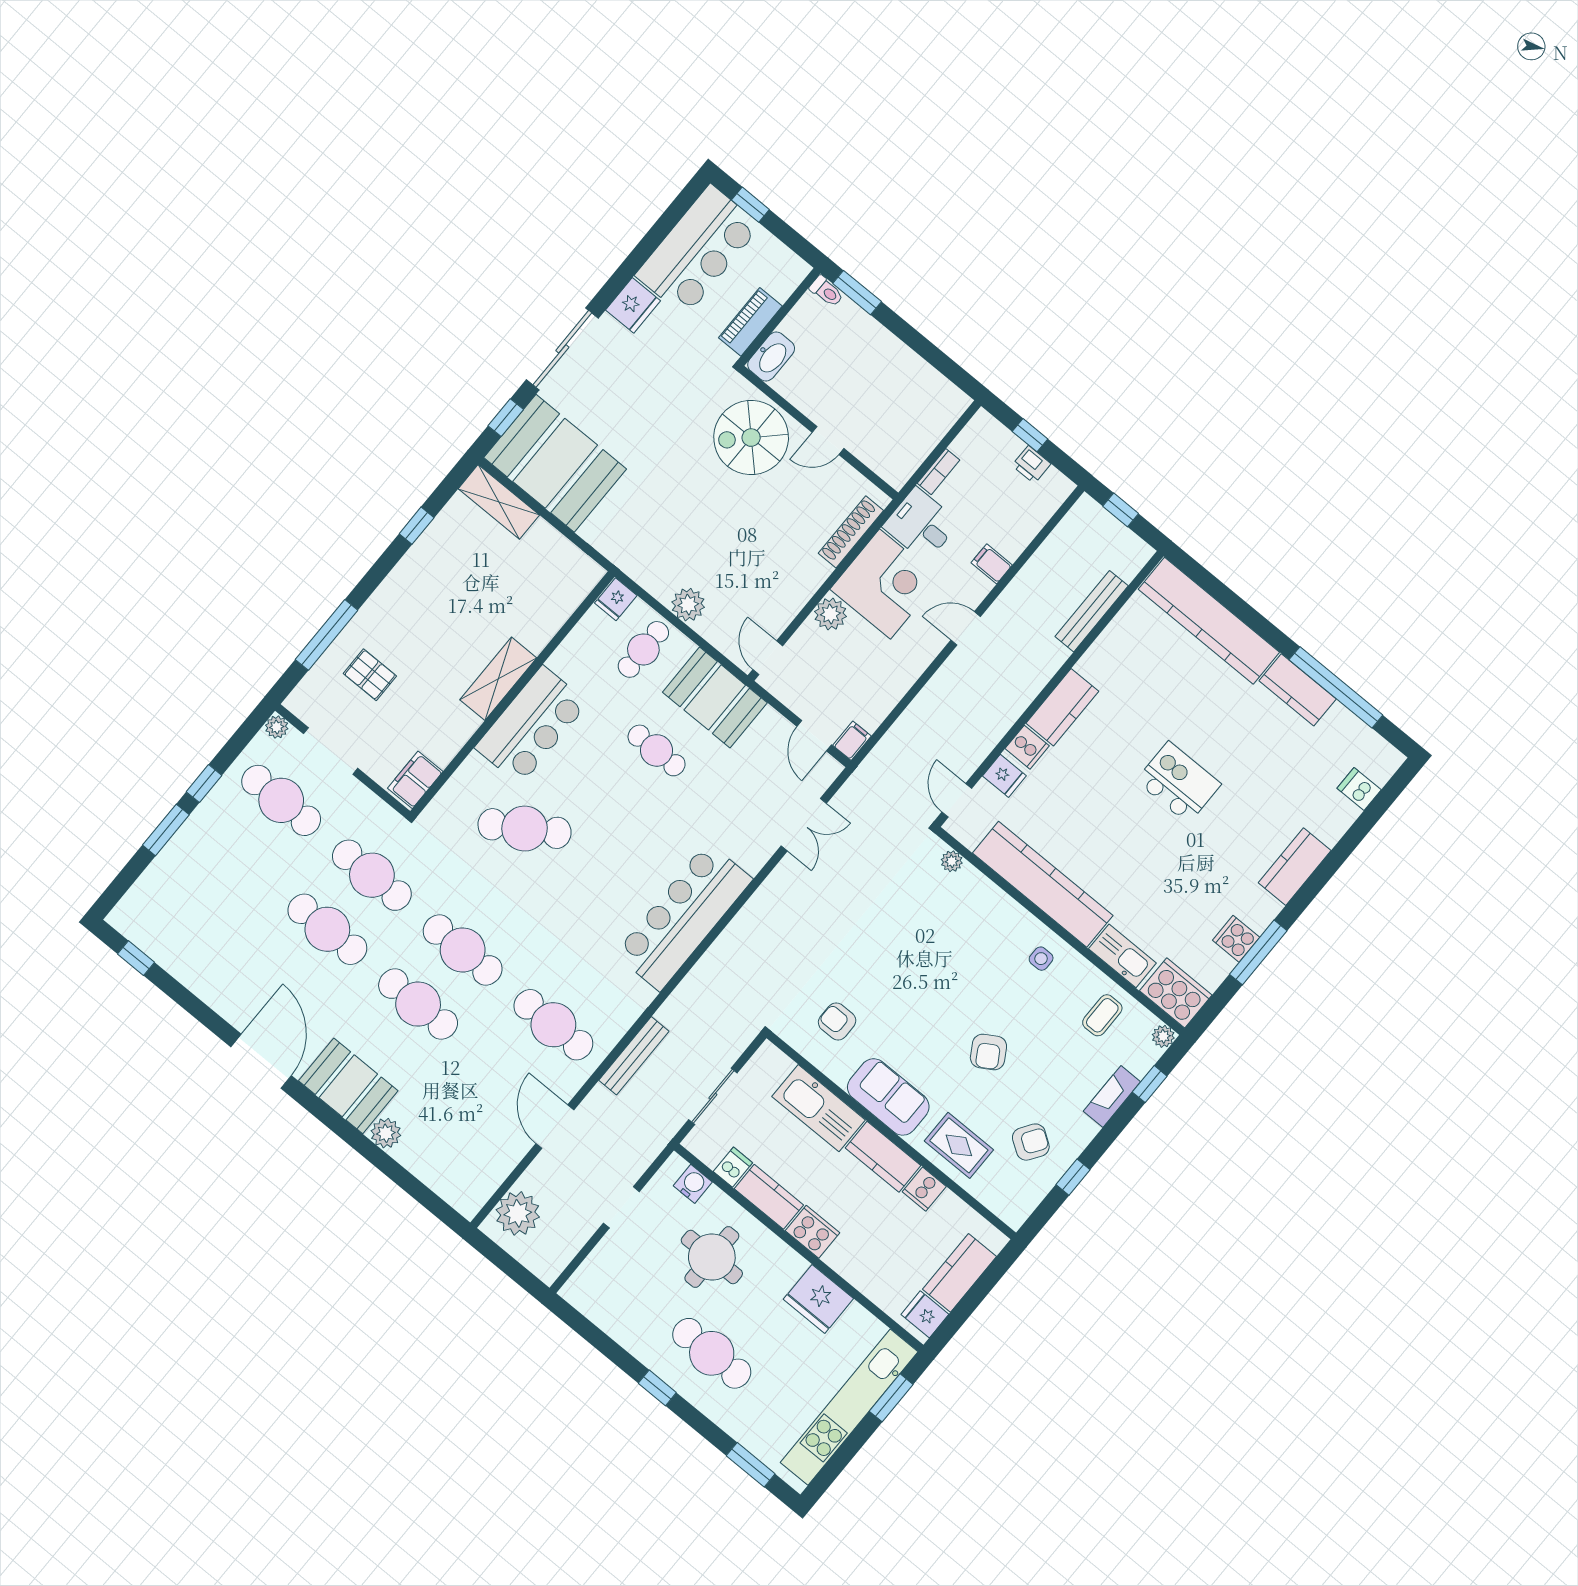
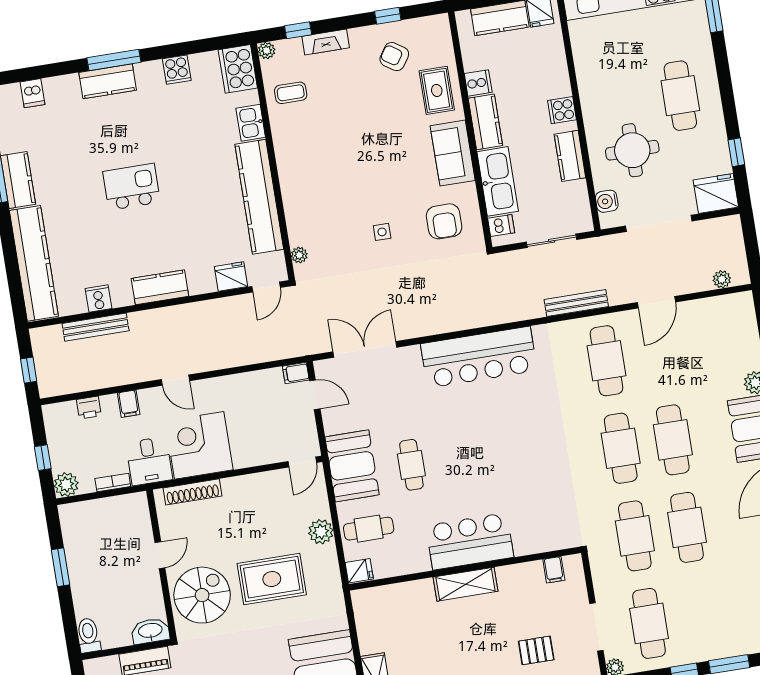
toilet: (827, 291) -> (89, 635), width x1.37, depth x1.39
window: (857, 293) -> (61, 567), moved
spiral stairs: (751, 438) -> (202, 595), turned -90
door: (828, 440) -> (160, 555), hinge flipped
printer: (1031, 465) -> (89, 408), moved, turned 90
rug: (696, 515) -> (272, 579), added
plant: (830, 614) -> (66, 485), moved
pallet: (370, 675) -> (536, 650), turned 90
door: (814, 736) -> (315, 395), hinge flipped
cooker: (1027, 747) -> (98, 299), moved
fridge: (1004, 776) -> (231, 277), width x1.38
filing cabinet: (415, 780) -> (554, 570), width x0.50
kitchen island: (1178, 782) -> (132, 187), turned 90
double door: (804, 825) -> (365, 349), width x1.37
cafe table: (525, 829) -> (525, 486), removed
window: (1258, 952) -> (114, 60), moved
kitchen sink: (1122, 956) -> (251, 123), width x0.73
side table: (1041, 959) -> (382, 232), moved
armchair: (837, 1021) -> (444, 221), width x1.38, depth x1.38
armchair: (988, 1052) -> (373, 129), removed
dishwasher: (733, 1167) -> (501, 226), moved, turned 180
doorway: (621, 1207) -> (659, 223), width x1.87
plant: (518, 1213) -> (722, 279), width x0.53, depth x0.53
cooker: (812, 1232) -> (562, 110), width x0.73
fridge: (818, 1299) -> (716, 194), moved, turned -90
window: (657, 1388) -> (736, 152), moved

